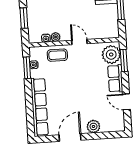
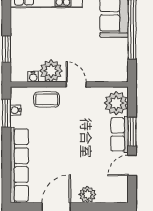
plant: (56, 37) -> (51, 71), width x1.88, depth x1.88
window: (124, 60) -> (132, 132), moved
door: (126, 102) -> (132, 165), hinge flipped

